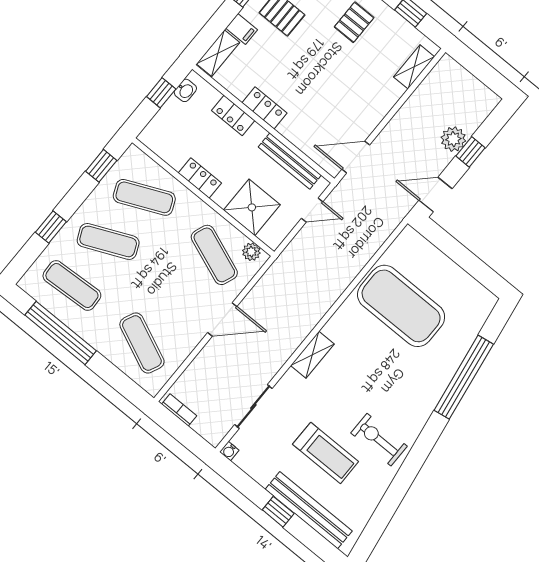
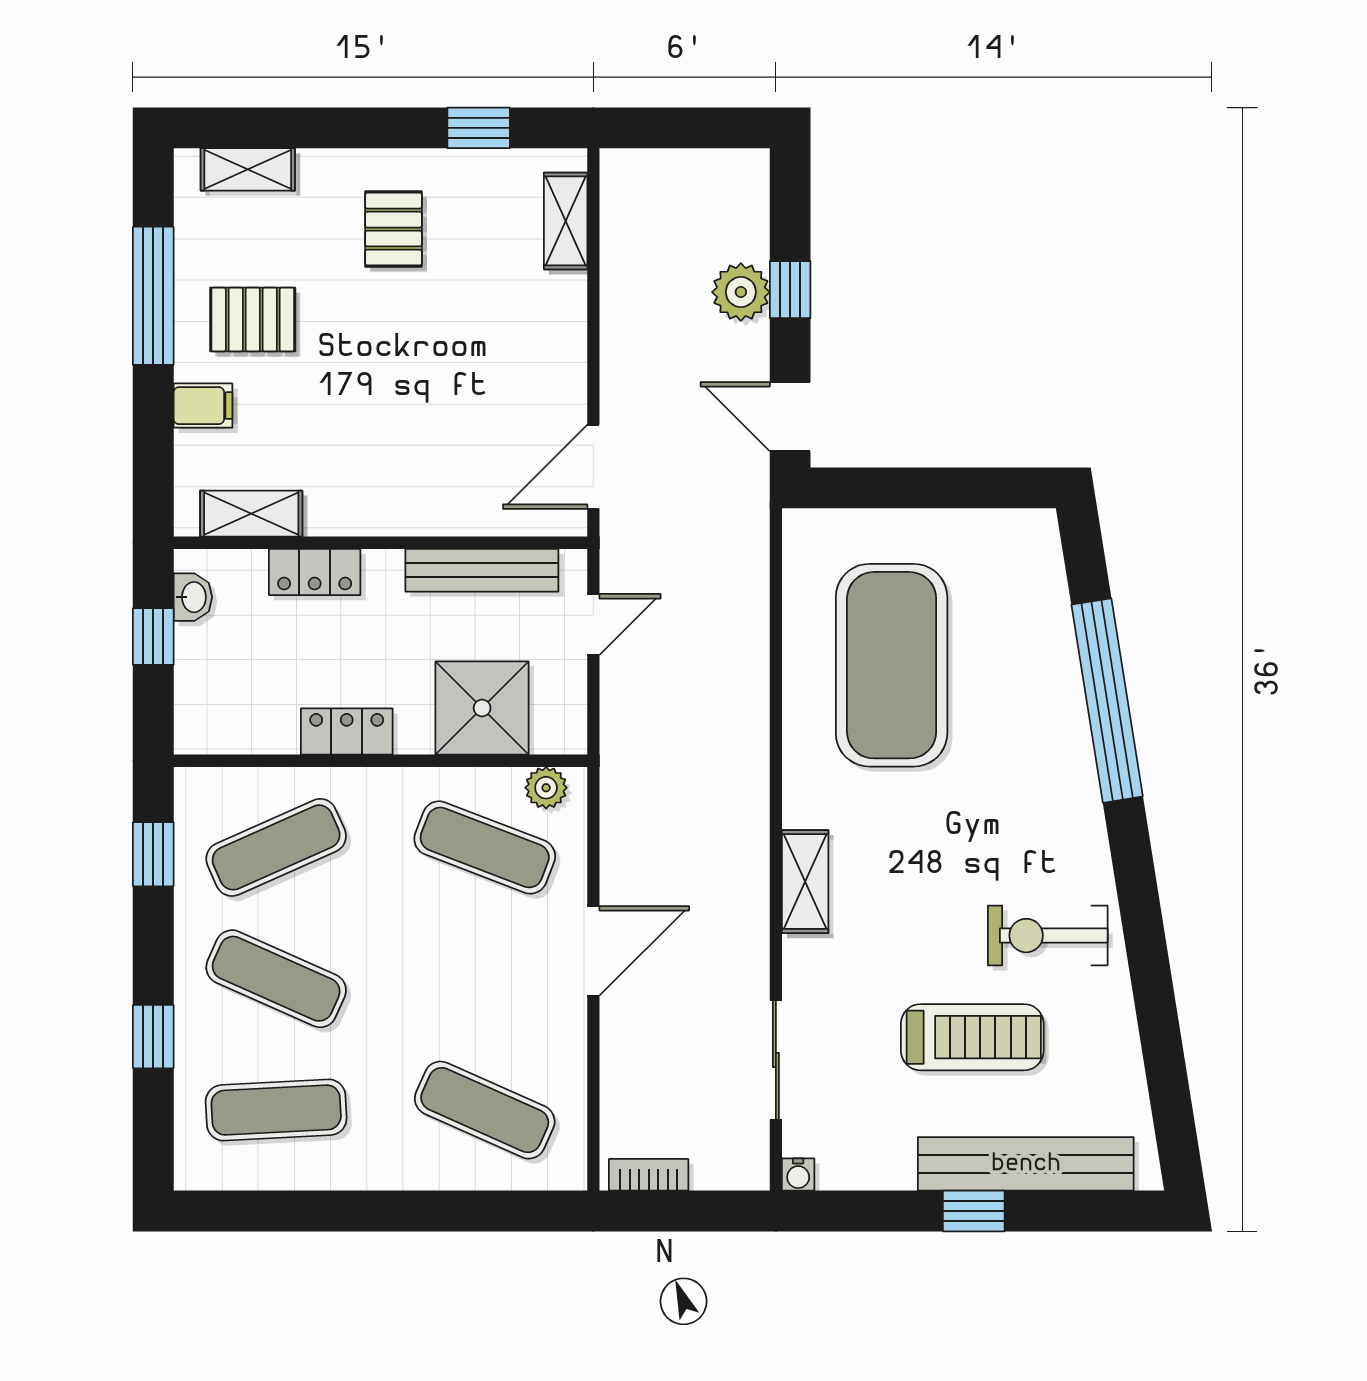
shelving: (218, 53) -> (251, 514), moved, turned 90
locker: (265, 108) -> (359, 512), removed
door: (436, 195) -> (790, 417), hinge flipped
exercise mat: (108, 241) -> (276, 979), turned 48
exercise mat: (401, 306) -> (892, 665), turned 90
window: (61, 333) -> (325, 1211), removed

